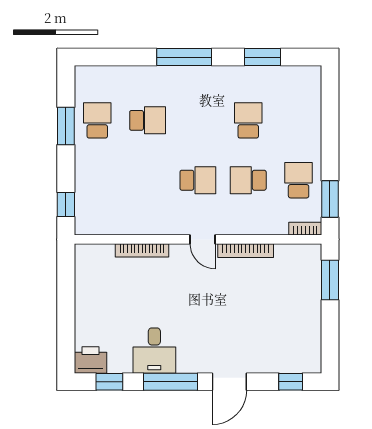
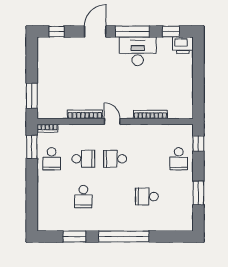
window: (184, 57) -> (124, 237), width x1.46
school desk: (97, 120) -> (179, 159), moved
desk: (154, 351) -> (138, 51), width x1.37

